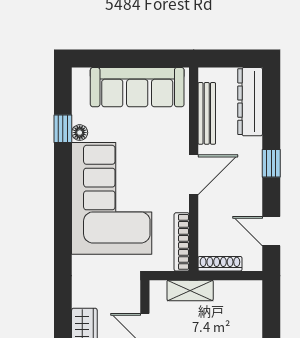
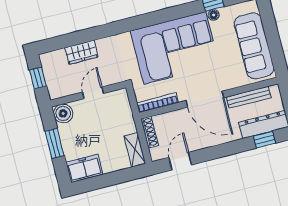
window: (271, 163) -> (264, 140), moved
door: (194, 175) -> (205, 99), width x1.36
shelving: (190, 290) -> (135, 150), moved

